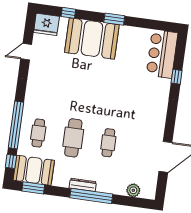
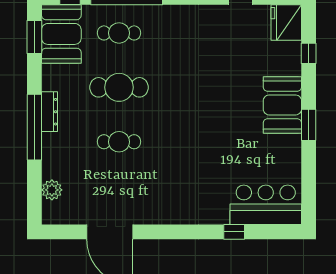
booth: (92, 39) -> (282, 105), width x0.73, depth x0.70

